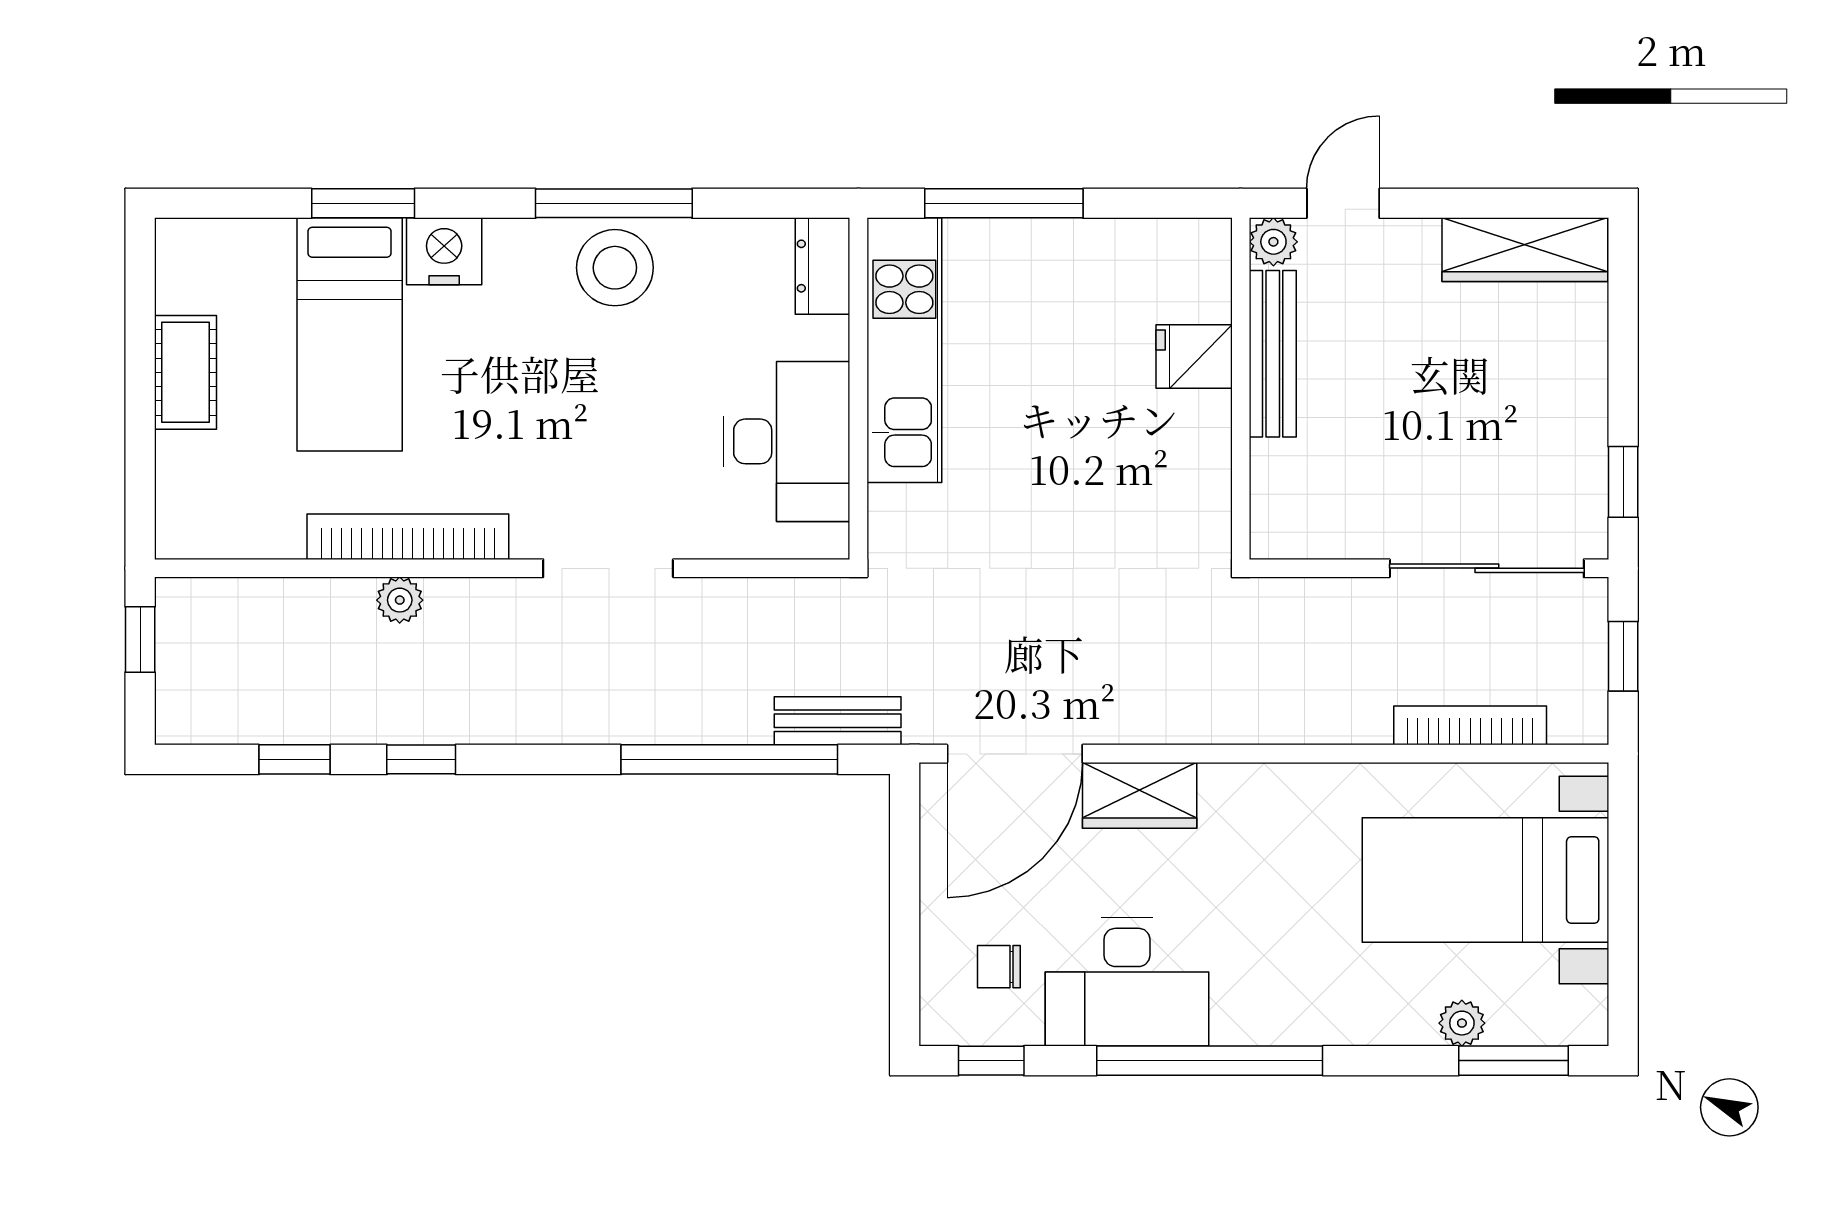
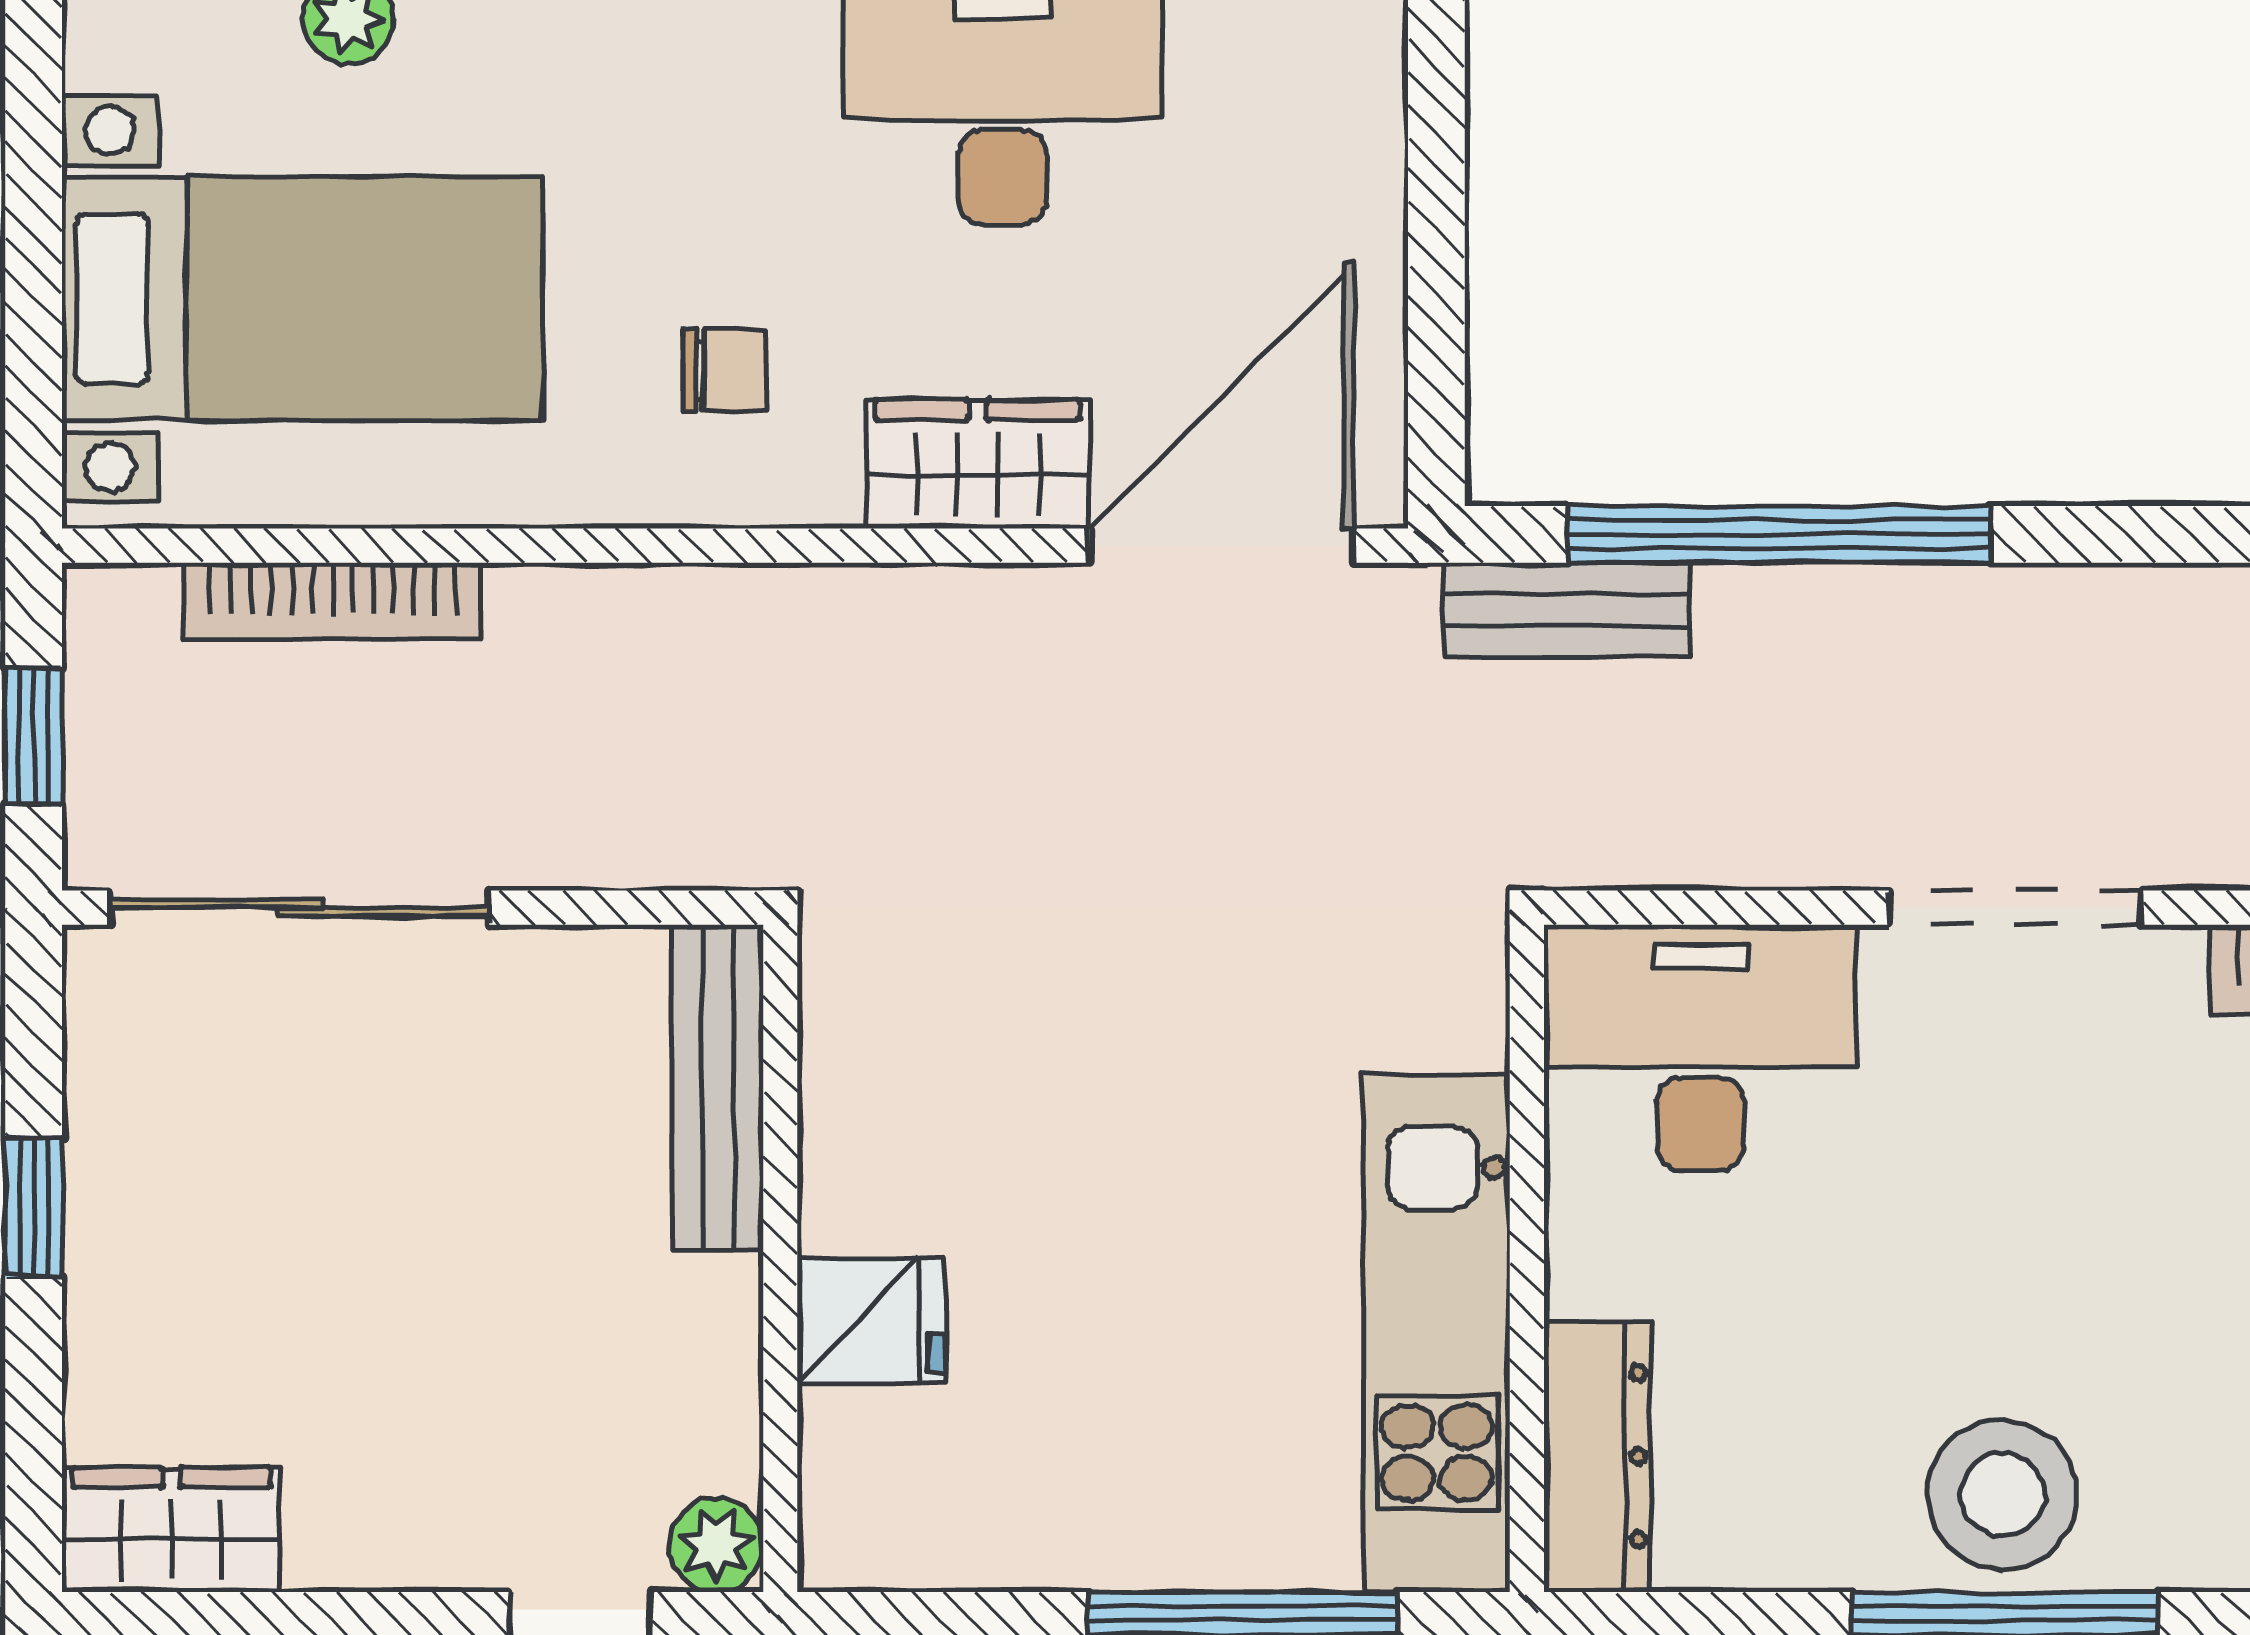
wardrobe: (1525, 250) -> (171, 1530), width x0.67
dresser: (822, 266) -> (1597, 1456), width x1.44
bench: (1273, 354) -> (718, 1087), moved
desk: (787, 441) -> (1700, 1048), moved, turned 90
window: (1623, 482) -> (34, 1208), moved
chair: (999, 967) -> (725, 370), moved

